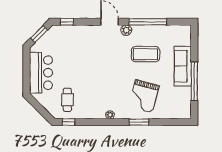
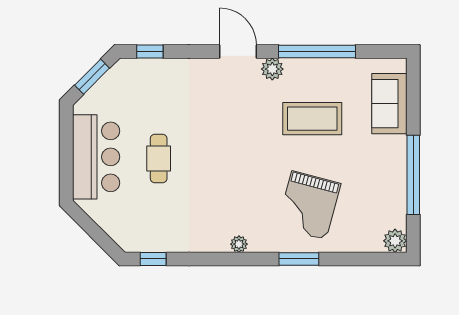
sofa: (183, 66) -> (389, 104), moved, width x0.73
cafe table: (67, 100) -> (159, 158), moved
plant: (186, 113) -> (395, 241), added

